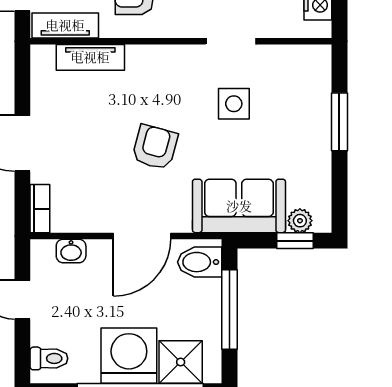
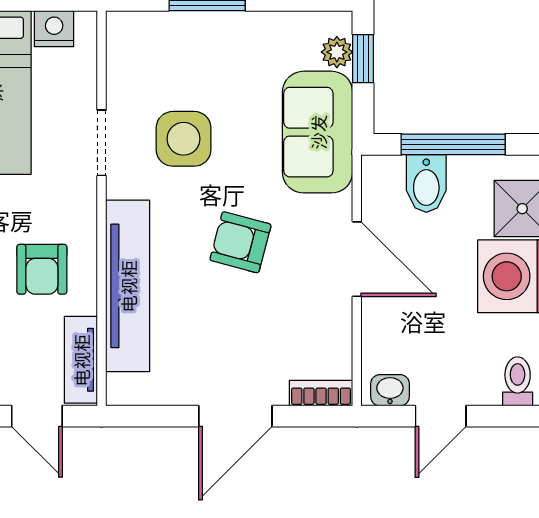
tv unit: (90, 57) -> (128, 286), width x1.92, depth x1.29
side table: (234, 104) -> (184, 139), width x1.37, depth x1.37
washbasin: (71, 251) -> (390, 390), moved, turned -90
bidet: (200, 262) -> (426, 184), moved

